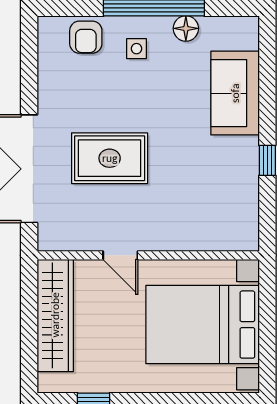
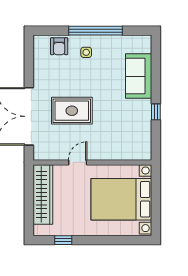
floor lamp: (186, 28) -> (112, 42), removed
door: (120, 255) -> (78, 162), swing flipped

